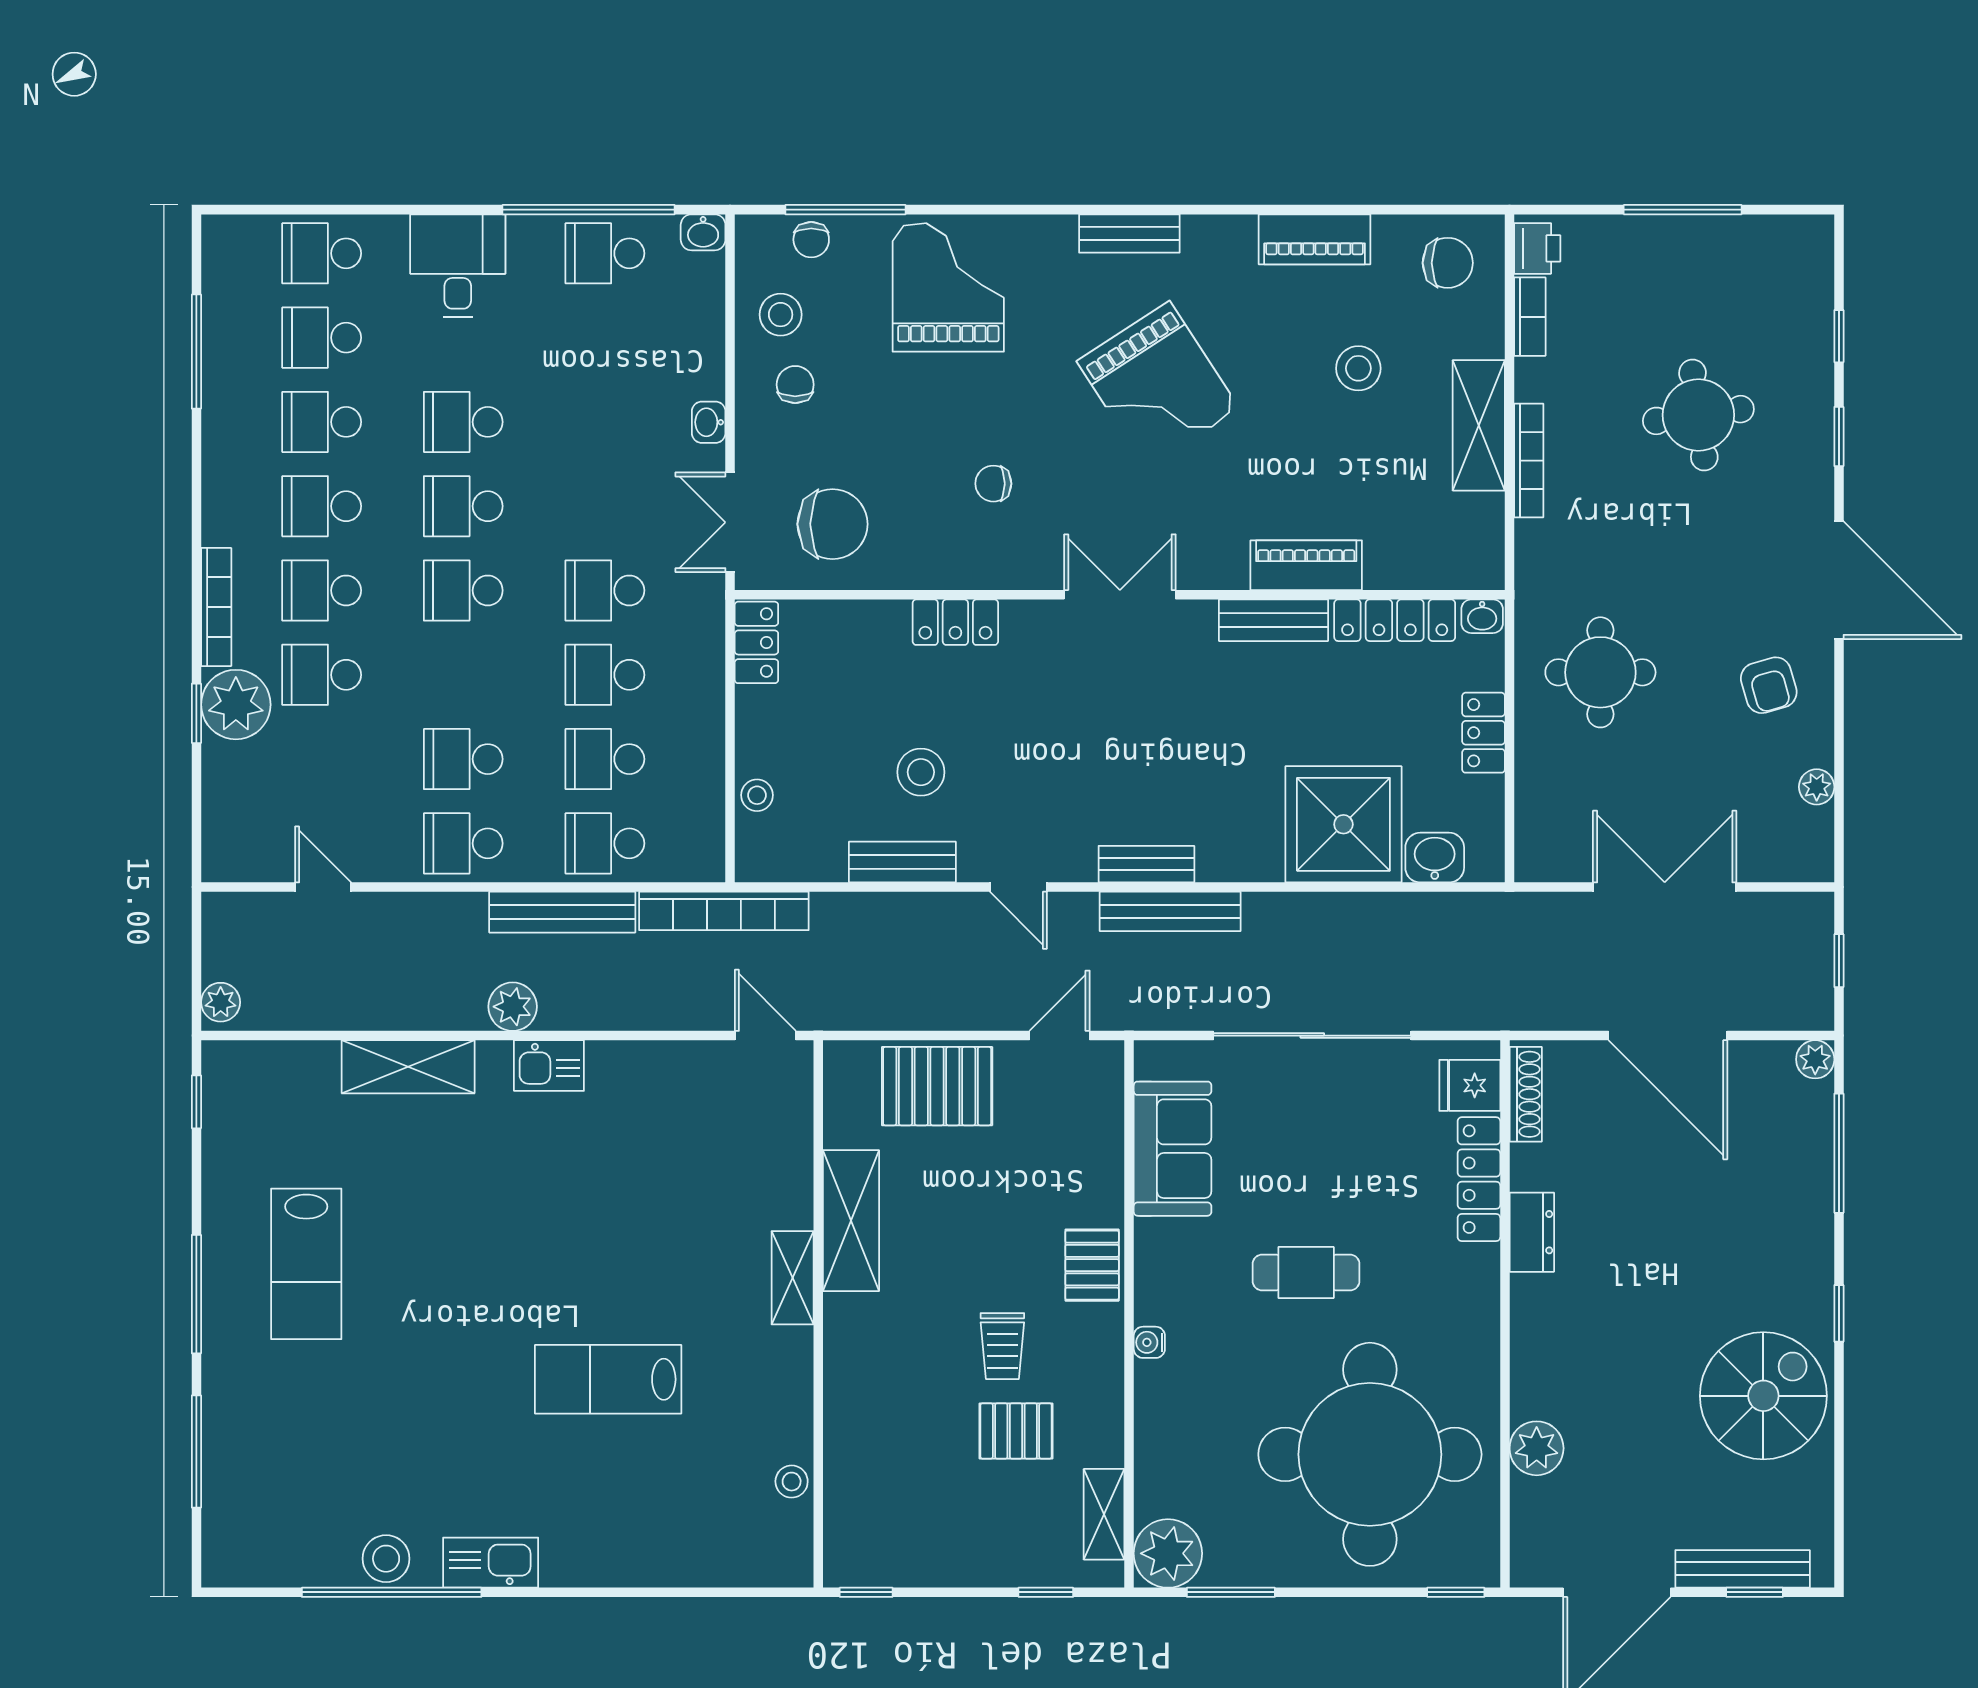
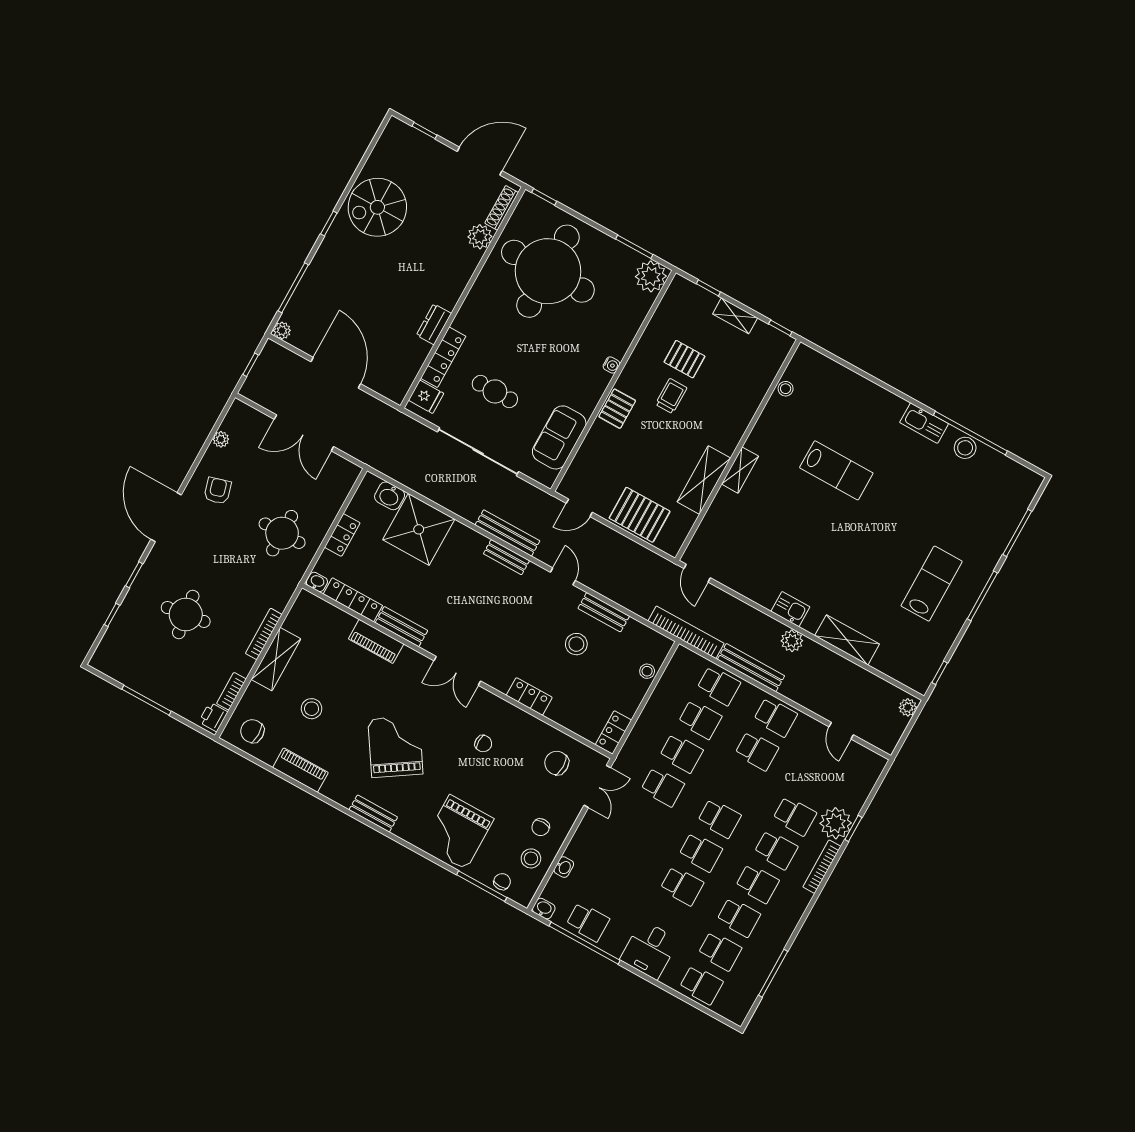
washbasin: (709, 422) -> (564, 867), moved
chair: (833, 524) -> (557, 763), width x0.73, depth x0.73
shoe rack: (1526, 1094) -> (502, 208), moved
cafe table: (1306, 1272) -> (495, 391), moved
shelving: (1104, 1514) -> (735, 316), moved, turned 90
bench: (1743, 1569) -> (424, 143), removed

